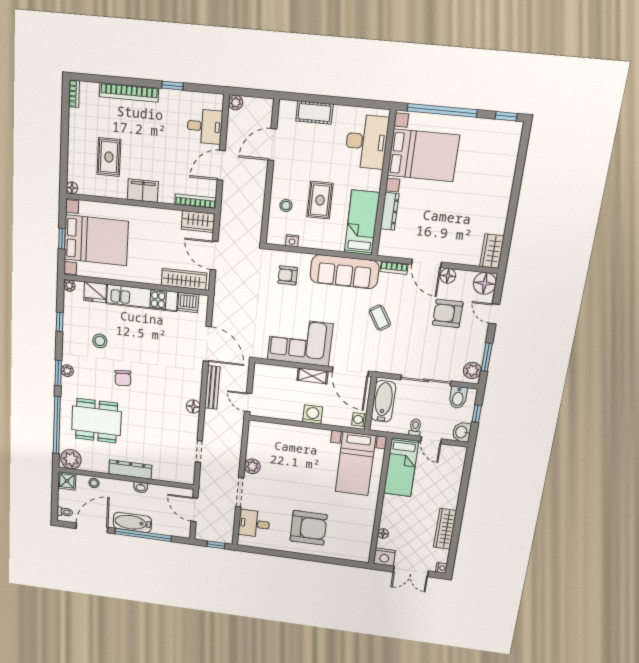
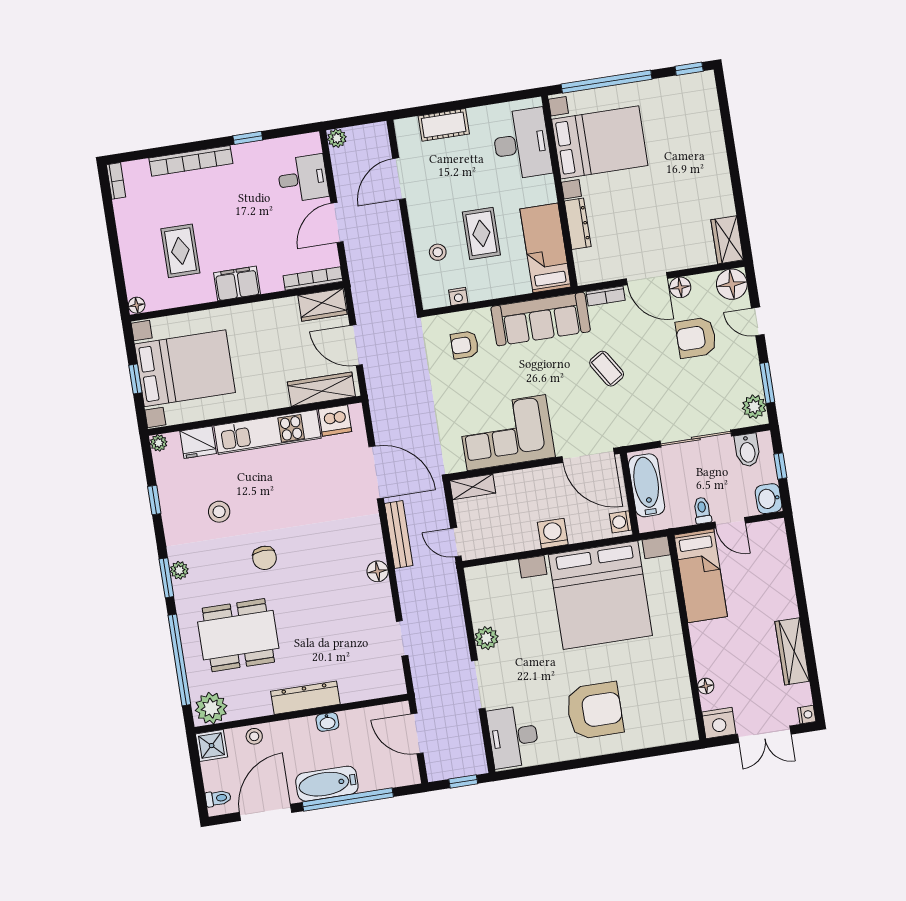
shelving: (313, 376) -> (473, 487), moved
bed with nightstands: (355, 464) -> (600, 595), width x1.85
desk: (254, 524) -> (513, 737), width x1.37

